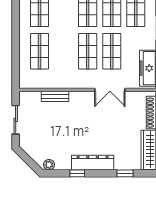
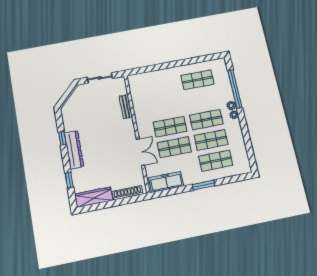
shop shelf: (40, 51) -> (162, 87), removed
double door: (110, 90) -> (140, 152), swing flipped
plant: (49, 165) -> (66, 113), removed

